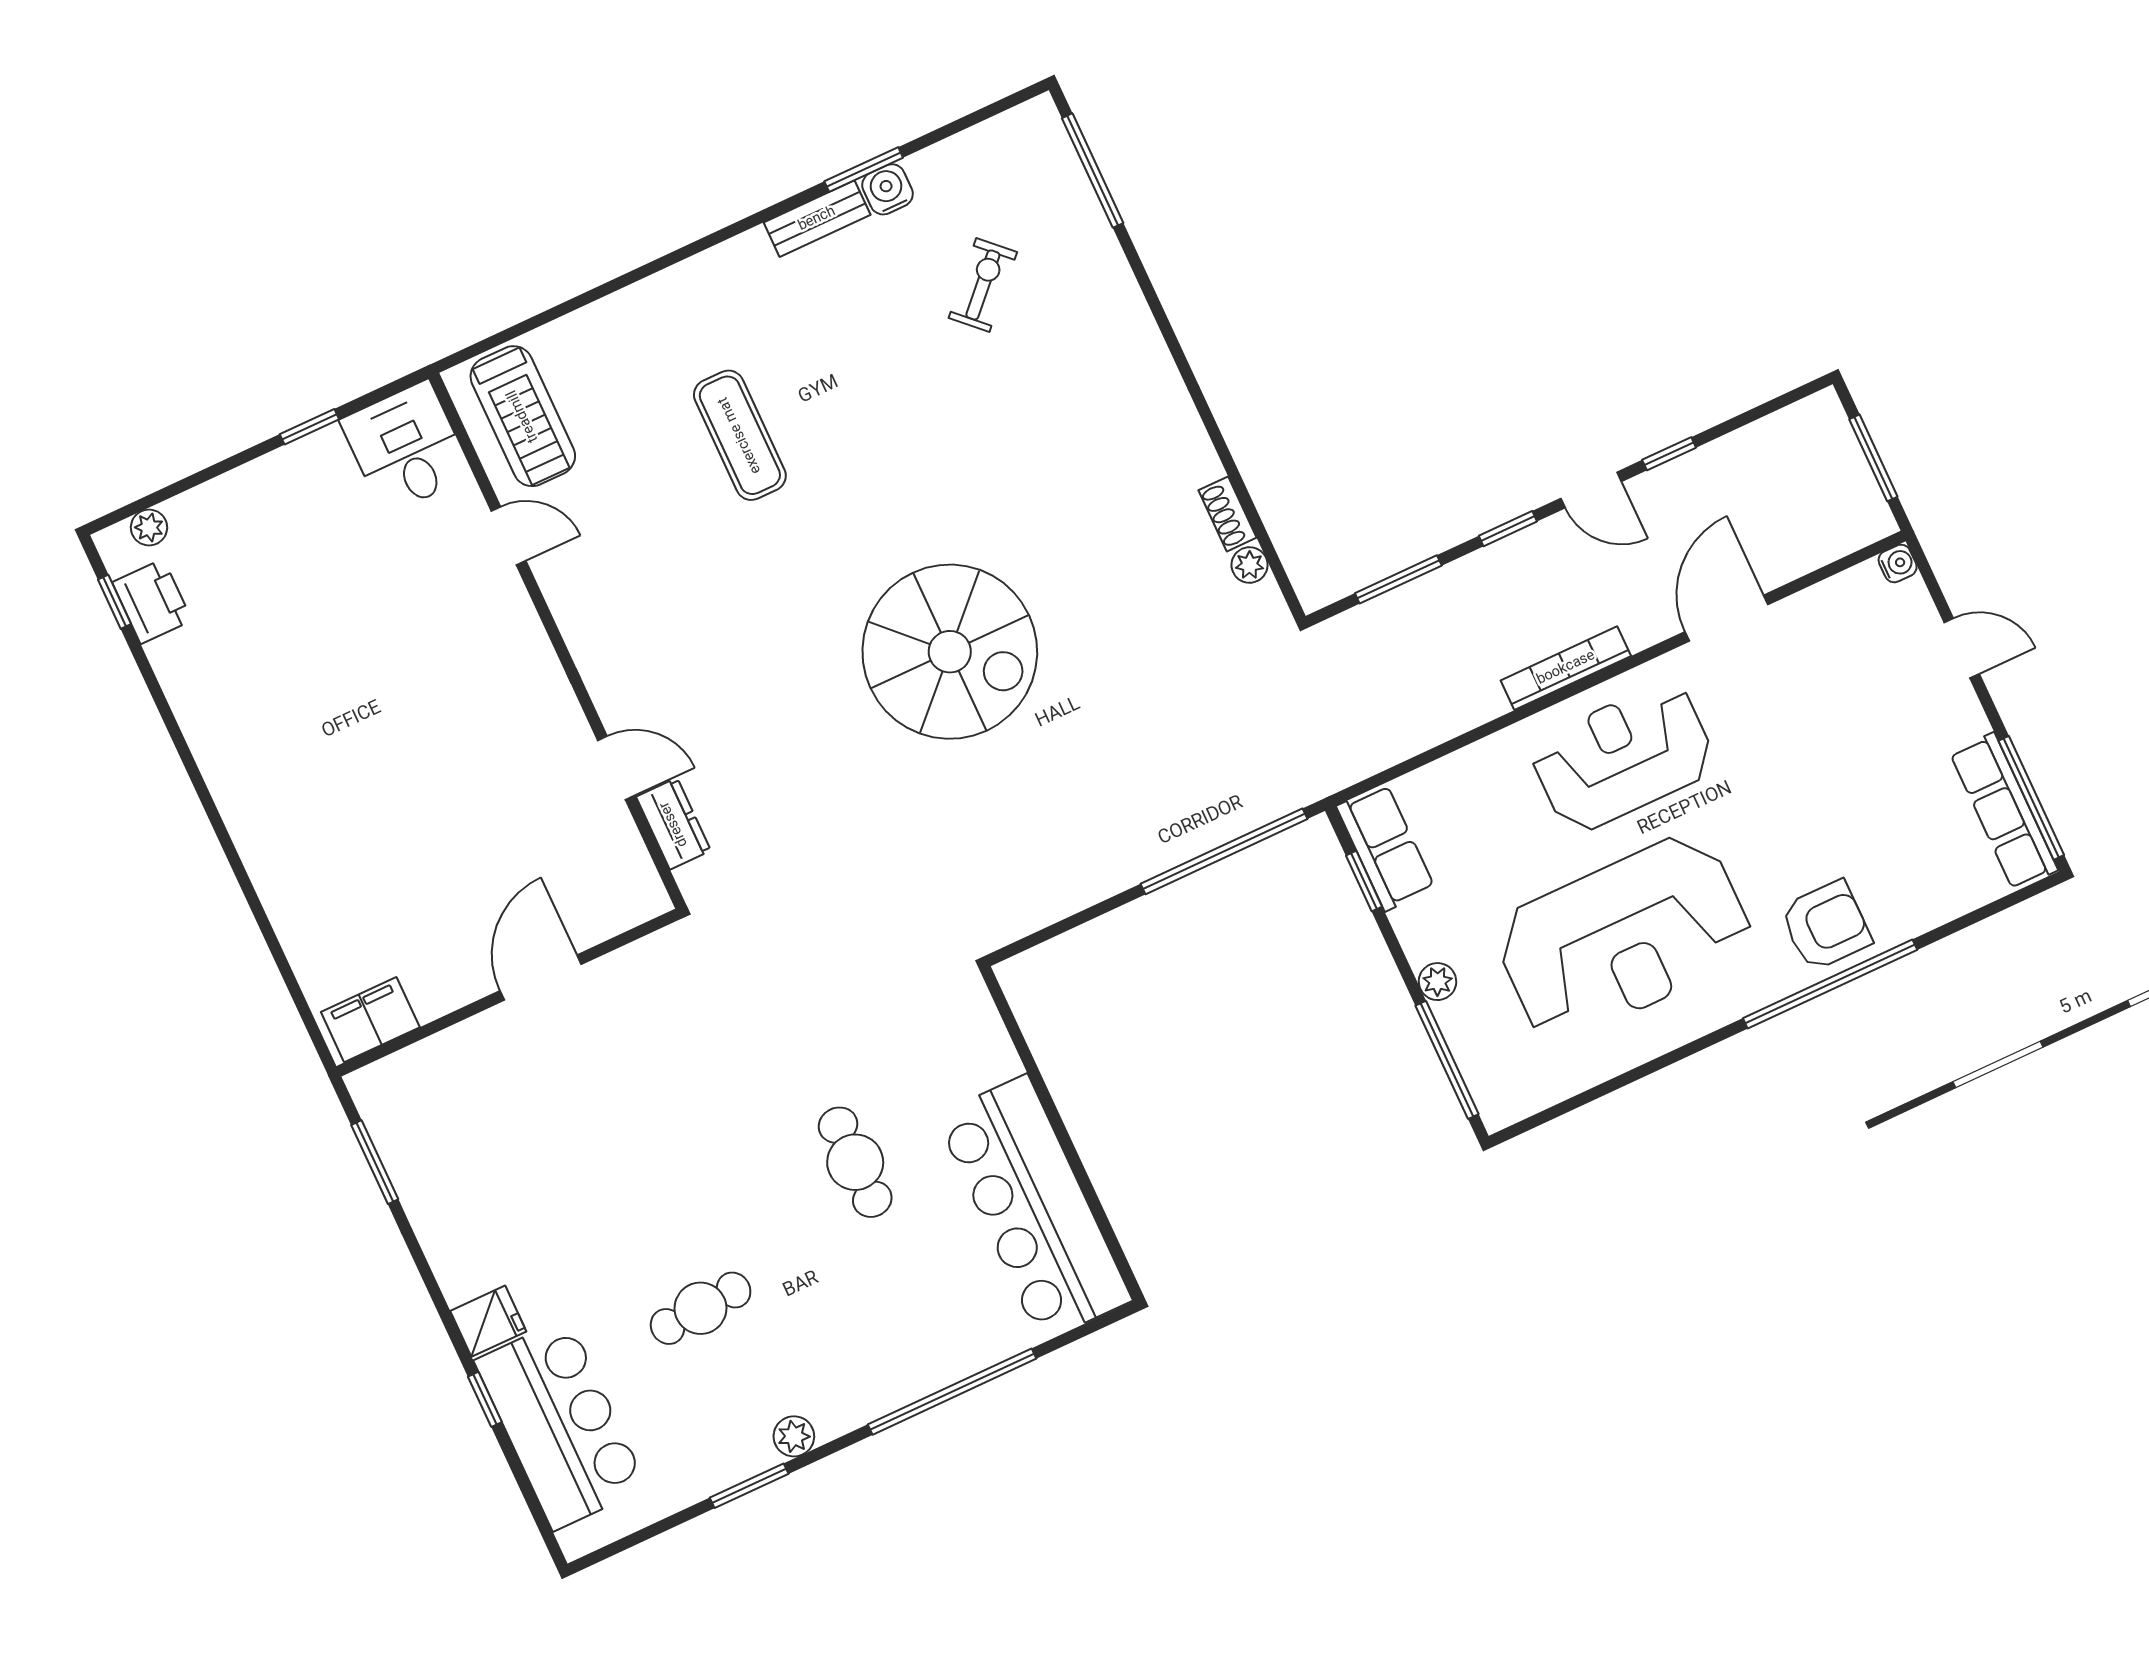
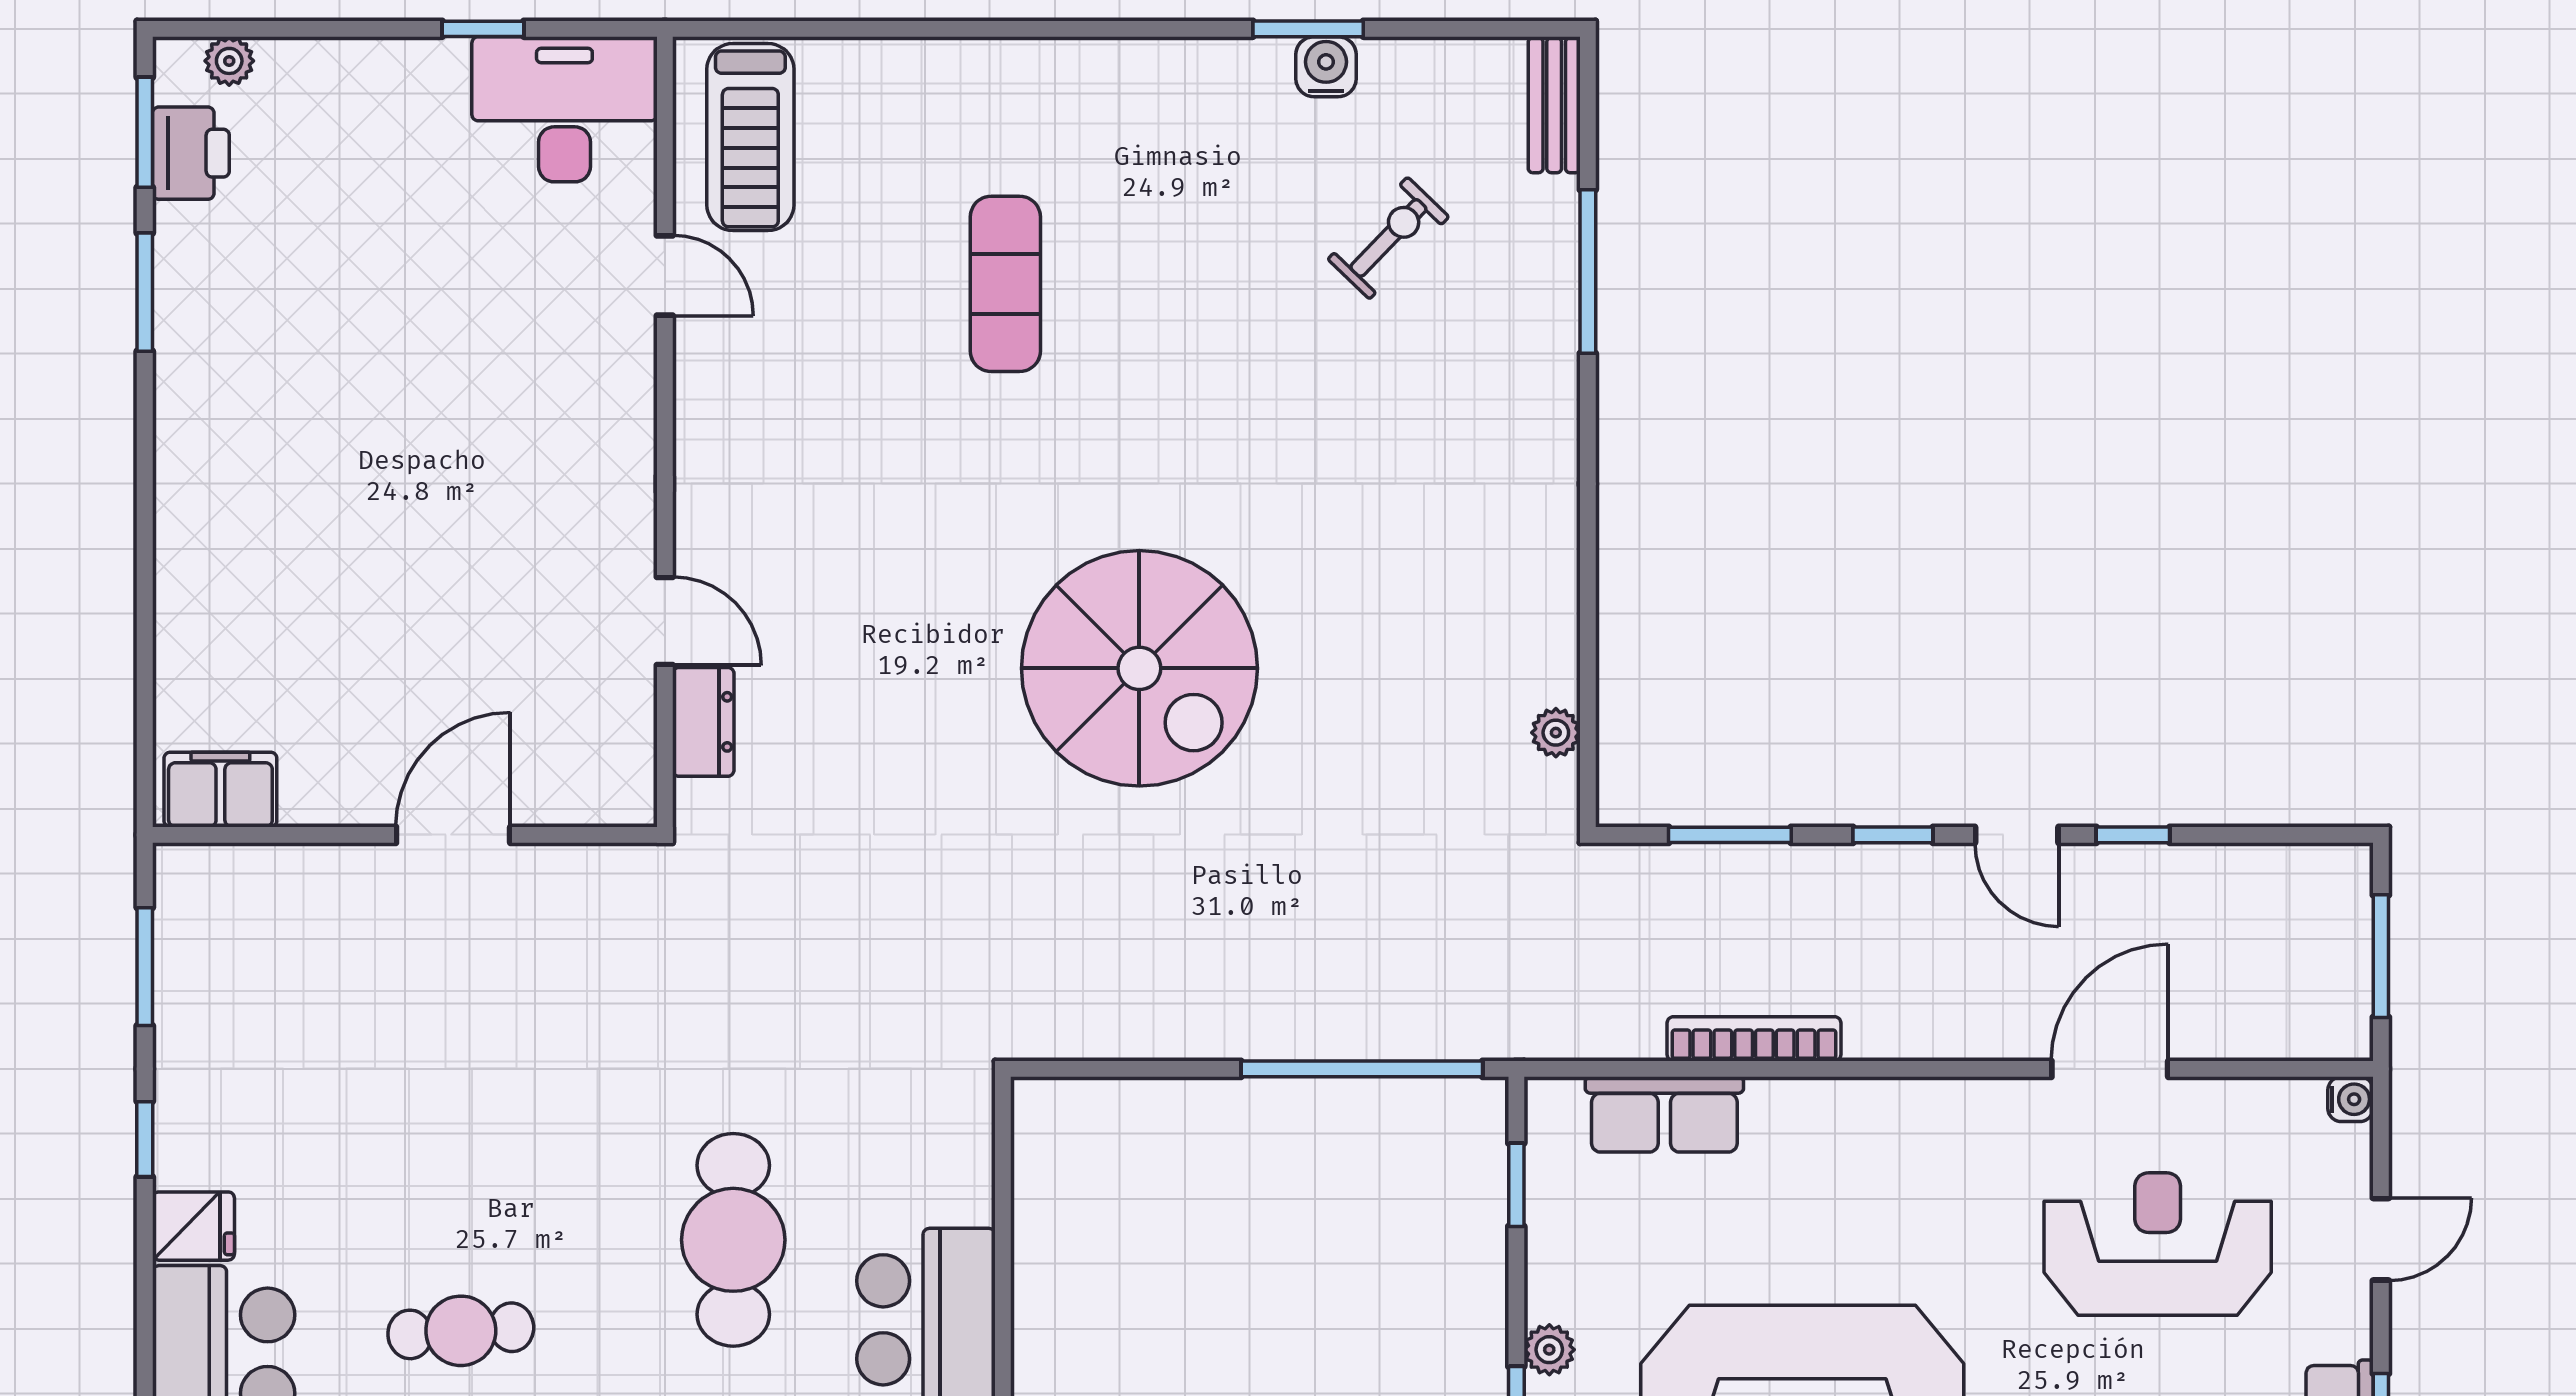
window: (1093, 171) -> (1588, 272), moved
bench: (817, 219) -> (1554, 105), moved, turned 90
desk: (406, 448) -> (564, 109), width x1.37
shoe rack: (1227, 514) -> (1558, 658), removed
window: (115, 602) -> (145, 132), width x1.50
door: (1962, 648) -> (2381, 1239), hinge flipped
bookcase: (1566, 668) -> (1754, 1039), moved
window: (164, 709) -> (145, 292), added
reception desk: (1623, 757) -> (2158, 1244), moved
row of seats: (1385, 847) -> (1664, 1114), moved, turned 90
cafe table: (855, 1162) -> (733, 1240), width x1.37, depth x1.35
window: (485, 1399) -> (145, 1139), moved

